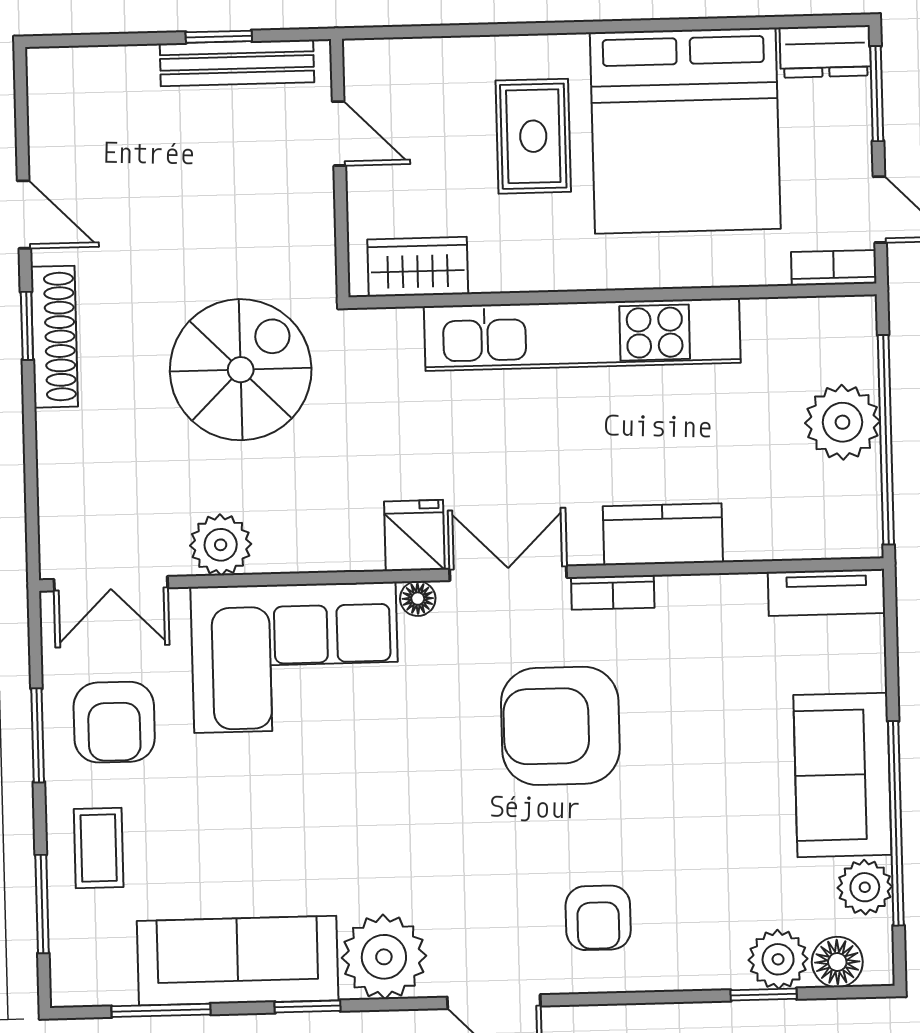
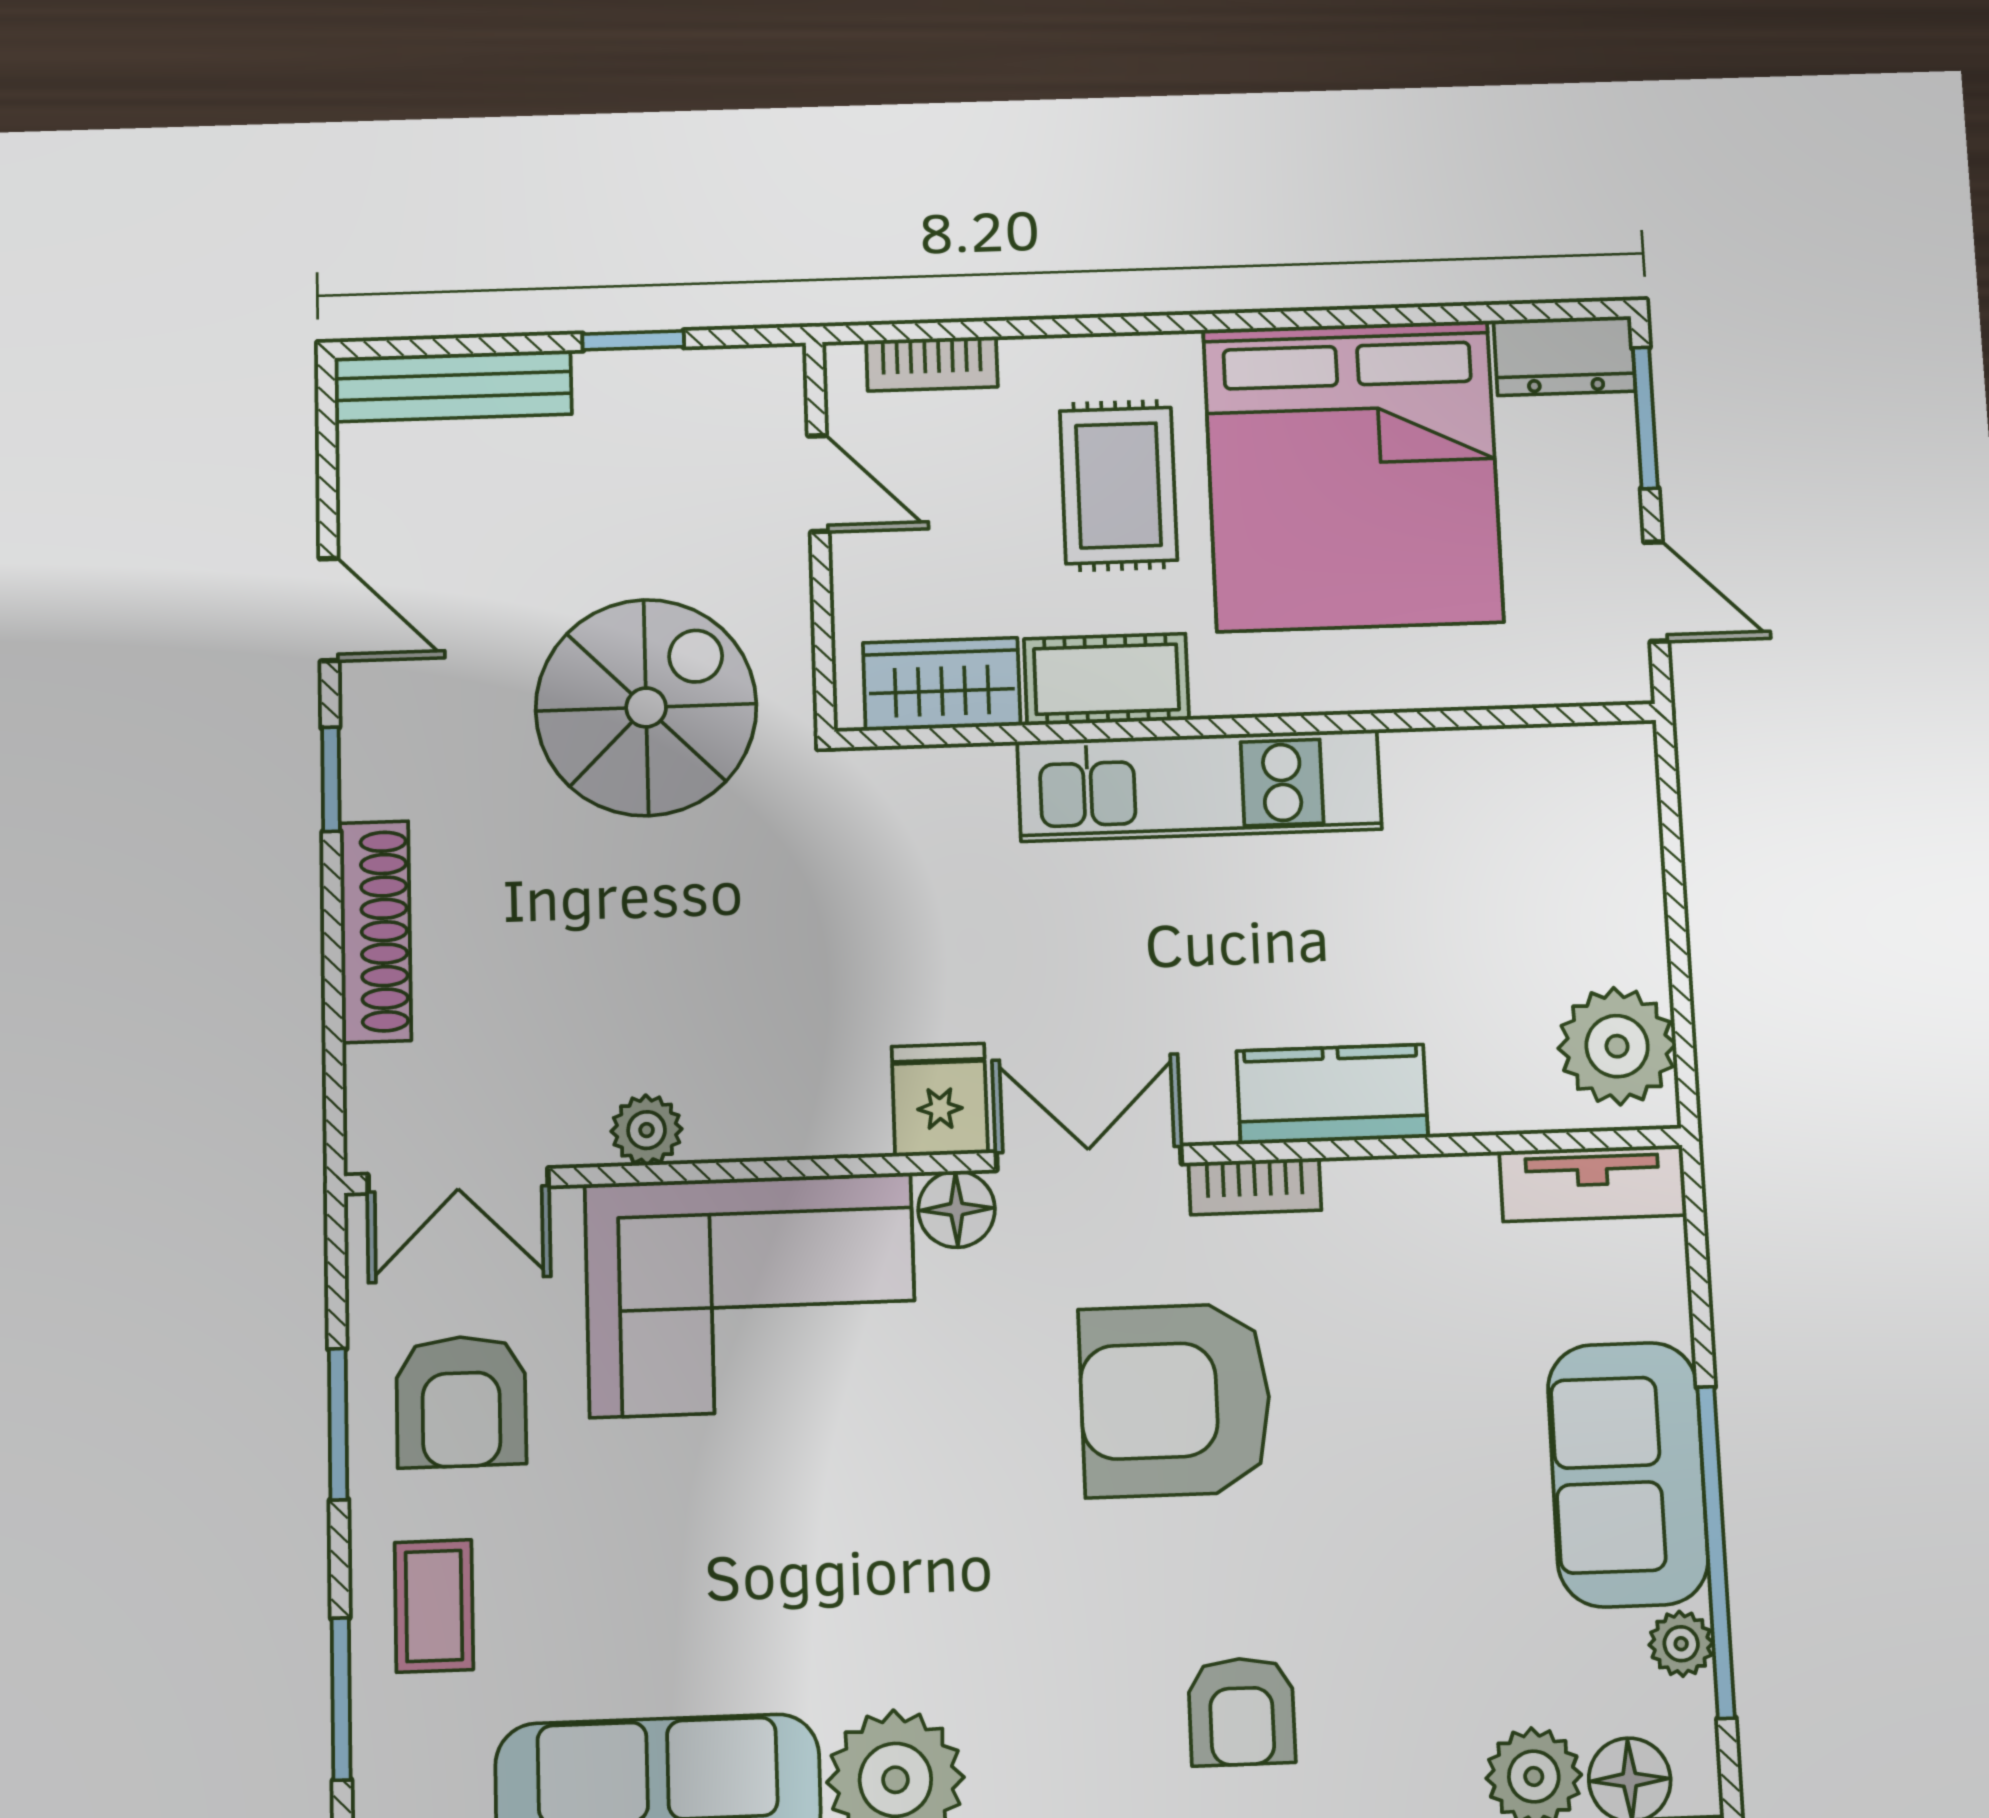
bench: (237, 63) -> (453, 386), moved
cot: (524, 265) -> (1106, 679), added
bookcase: (834, 268) -> (932, 364), moved, turned 180
kitchen unit: (582, 334) -> (1199, 785), width x0.73
shoe rack: (54, 337) -> (375, 932), moved
spiral stairs: (241, 370) -> (646, 707), moved
plant: (842, 422) -> (1617, 1046), moved
window: (886, 440) -> (1678, 944), removed
plant: (221, 545) -> (647, 1130), width x0.73, depth x0.73
floor lamp: (418, 599) -> (957, 1209), width x1.37, depth x1.37
plant: (865, 887) -> (1681, 1644), width x0.73, depth x0.73

